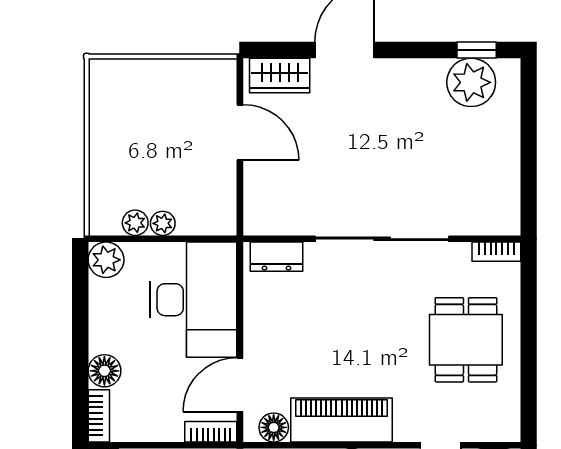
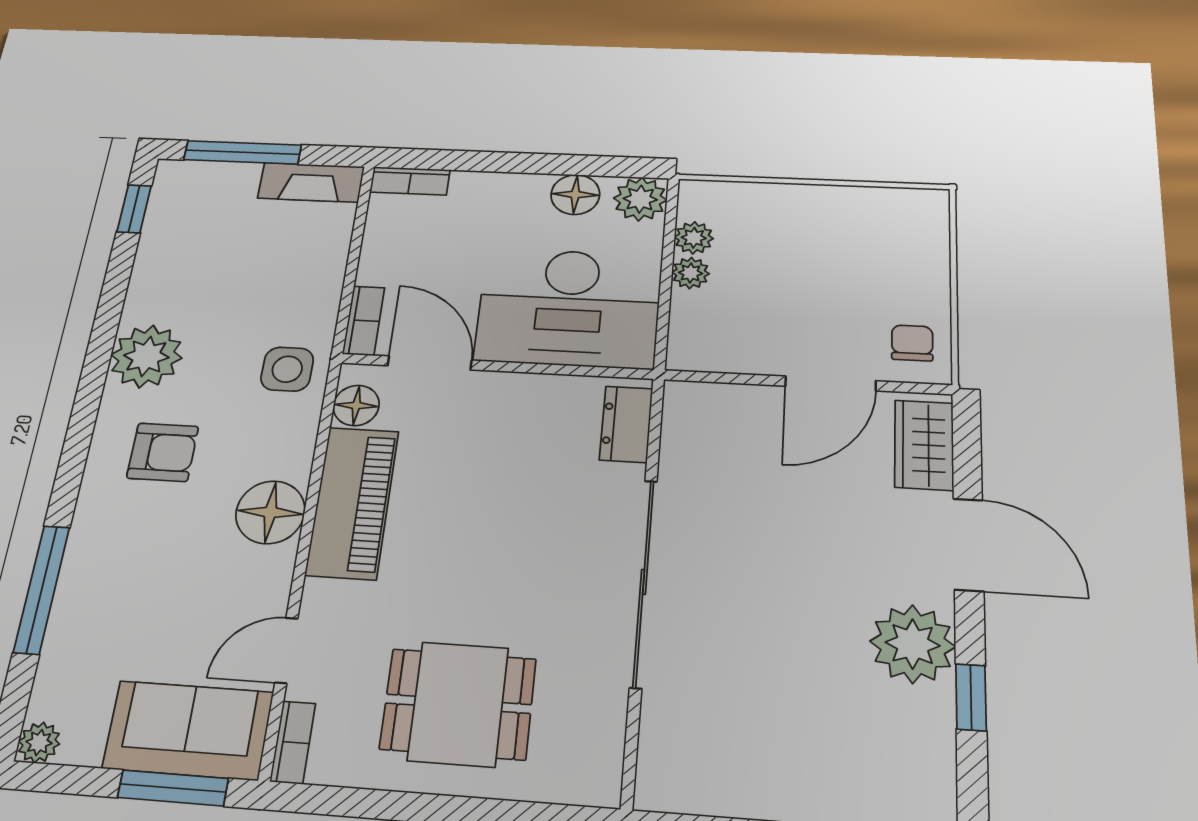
window: (477, 50) -> (971, 697), moved
chair: (208, 82) -> (912, 343), added
plant: (471, 82) -> (913, 644), moved
bookcase: (496, 252) -> (293, 742), moved, turned 180
floor lamp: (104, 371) -> (575, 195), moved

